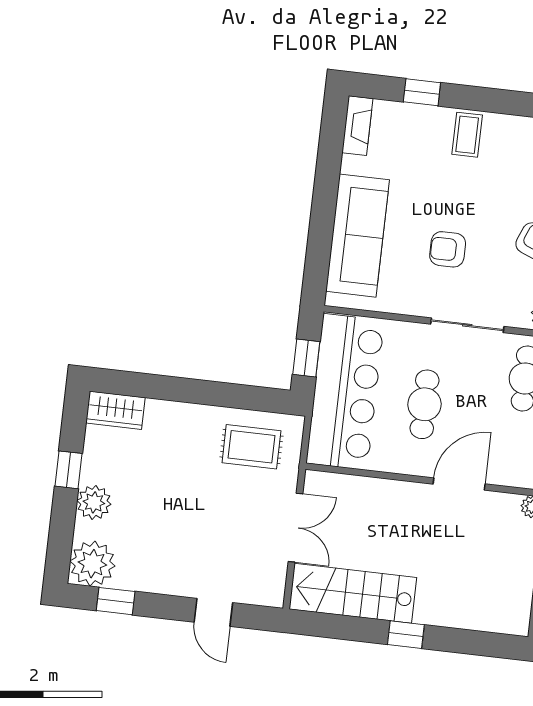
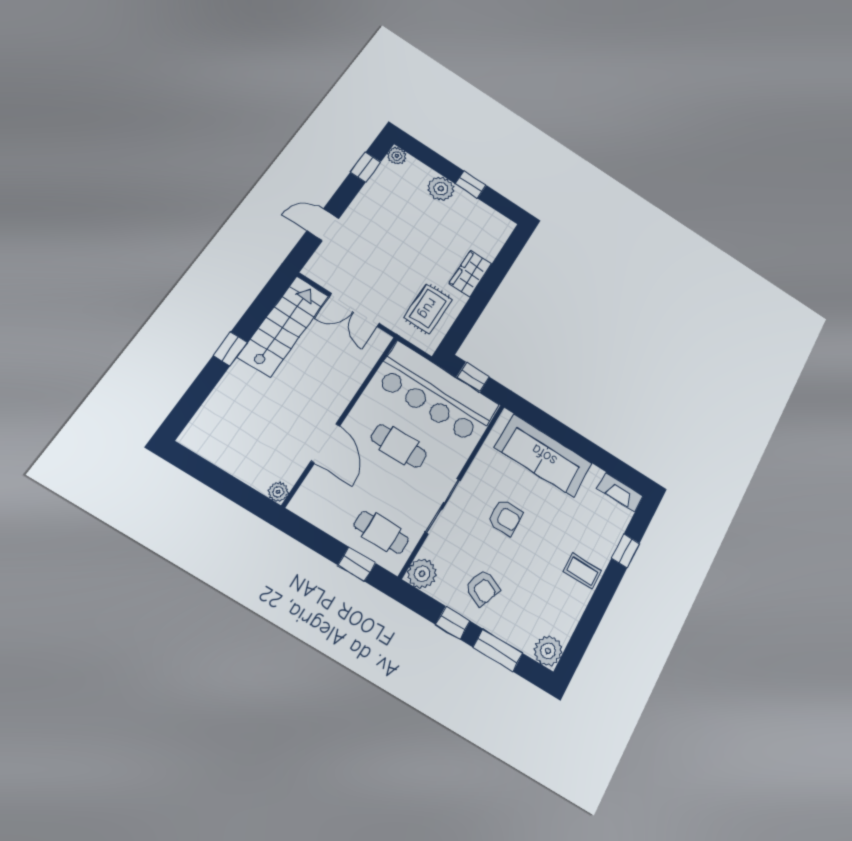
armchair: (448, 249) -> (505, 517), turned 90
wardrobe: (115, 410) -> (470, 274), moved
plant: (92, 564) -> (397, 156), width x0.53, depth x0.53

